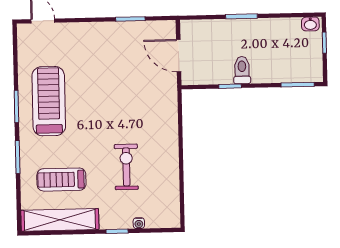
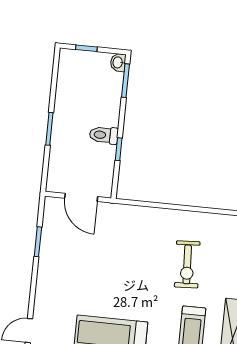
washbasin: (310, 24) -> (118, 62), moved, turned 180
door: (179, 56) -> (81, 197), hinge flipped
exercise bike: (126, 167) -> (187, 264), turned -93

